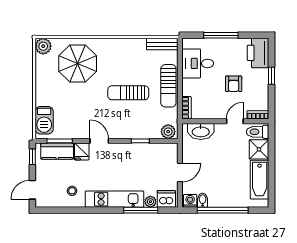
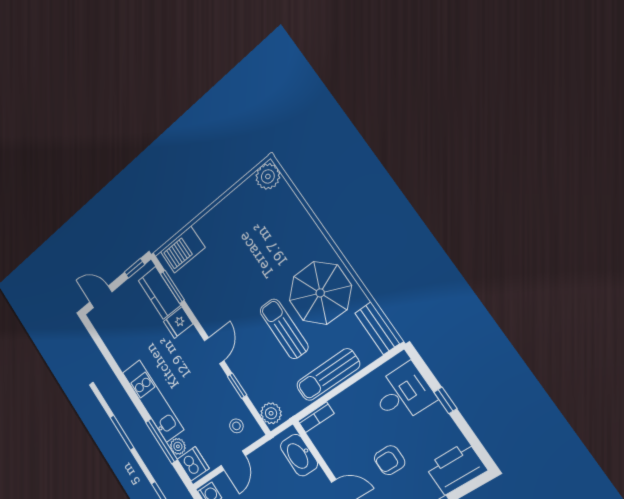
window: (221, 35) -> (445, 400), width x0.46
desk: (198, 63) -> (403, 394), moved, turned 90
parasol: (78, 64) -> (320, 293), moved
door: (99, 141) -> (214, 351), moved
door: (180, 172) -> (233, 461), hinge flipped
stool: (72, 191) -> (236, 426), moved

